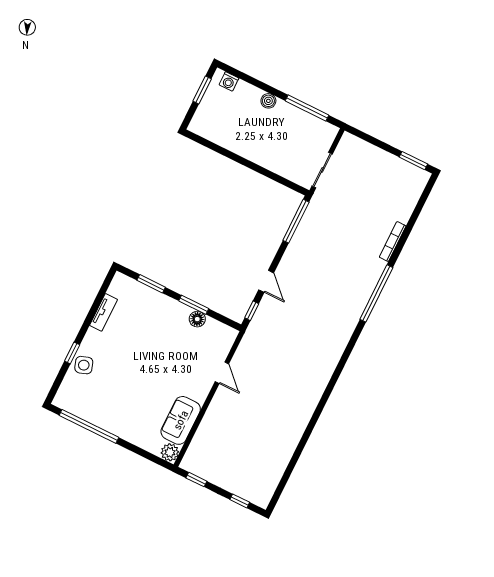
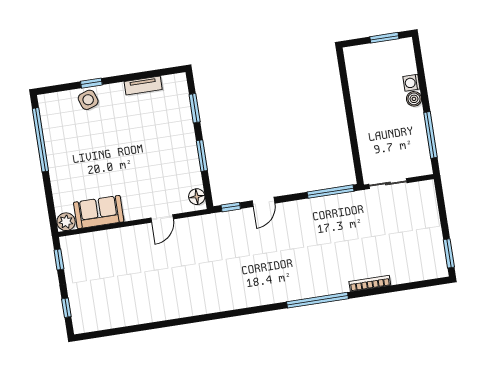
washing machine: (229, 81) -> (411, 83), moved
floor lamp: (197, 319) -> (197, 197), moved

